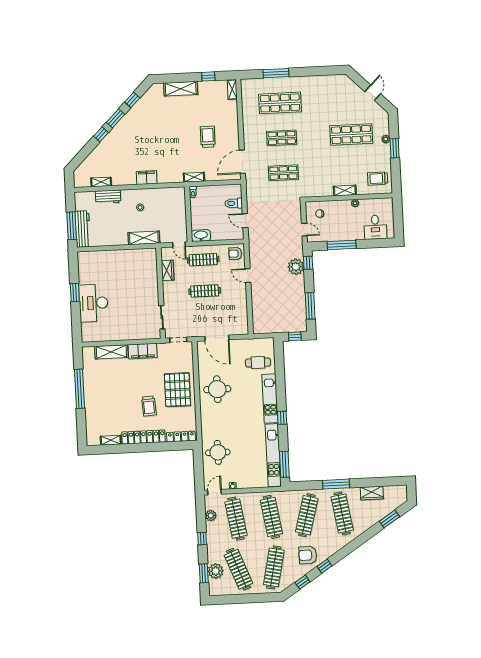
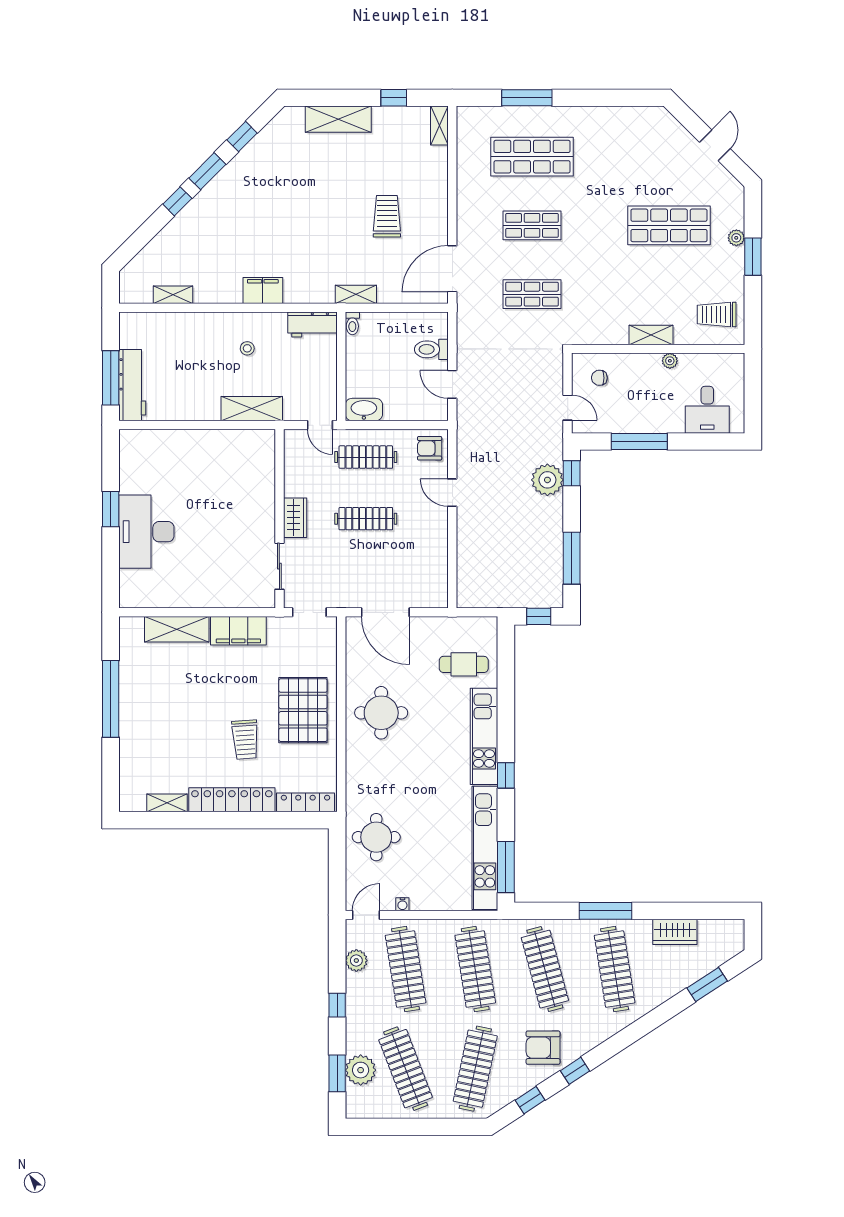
workbench: (108, 197) -> (313, 324), moved
wardrobe: (168, 270) -> (295, 518), moved
clothes rail: (307, 515) -> (545, 969), turned -30

